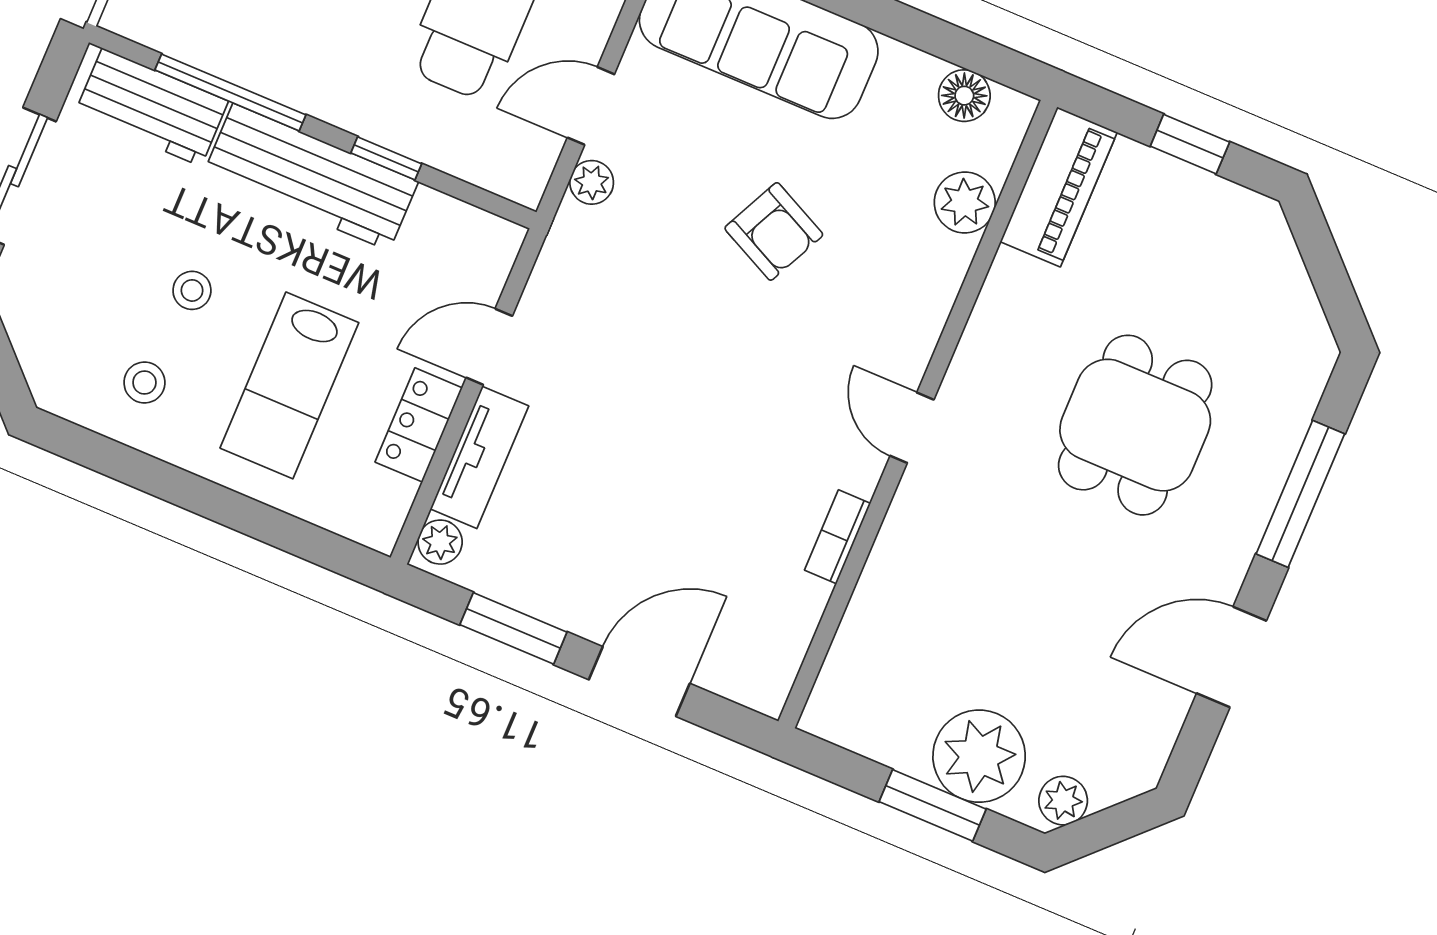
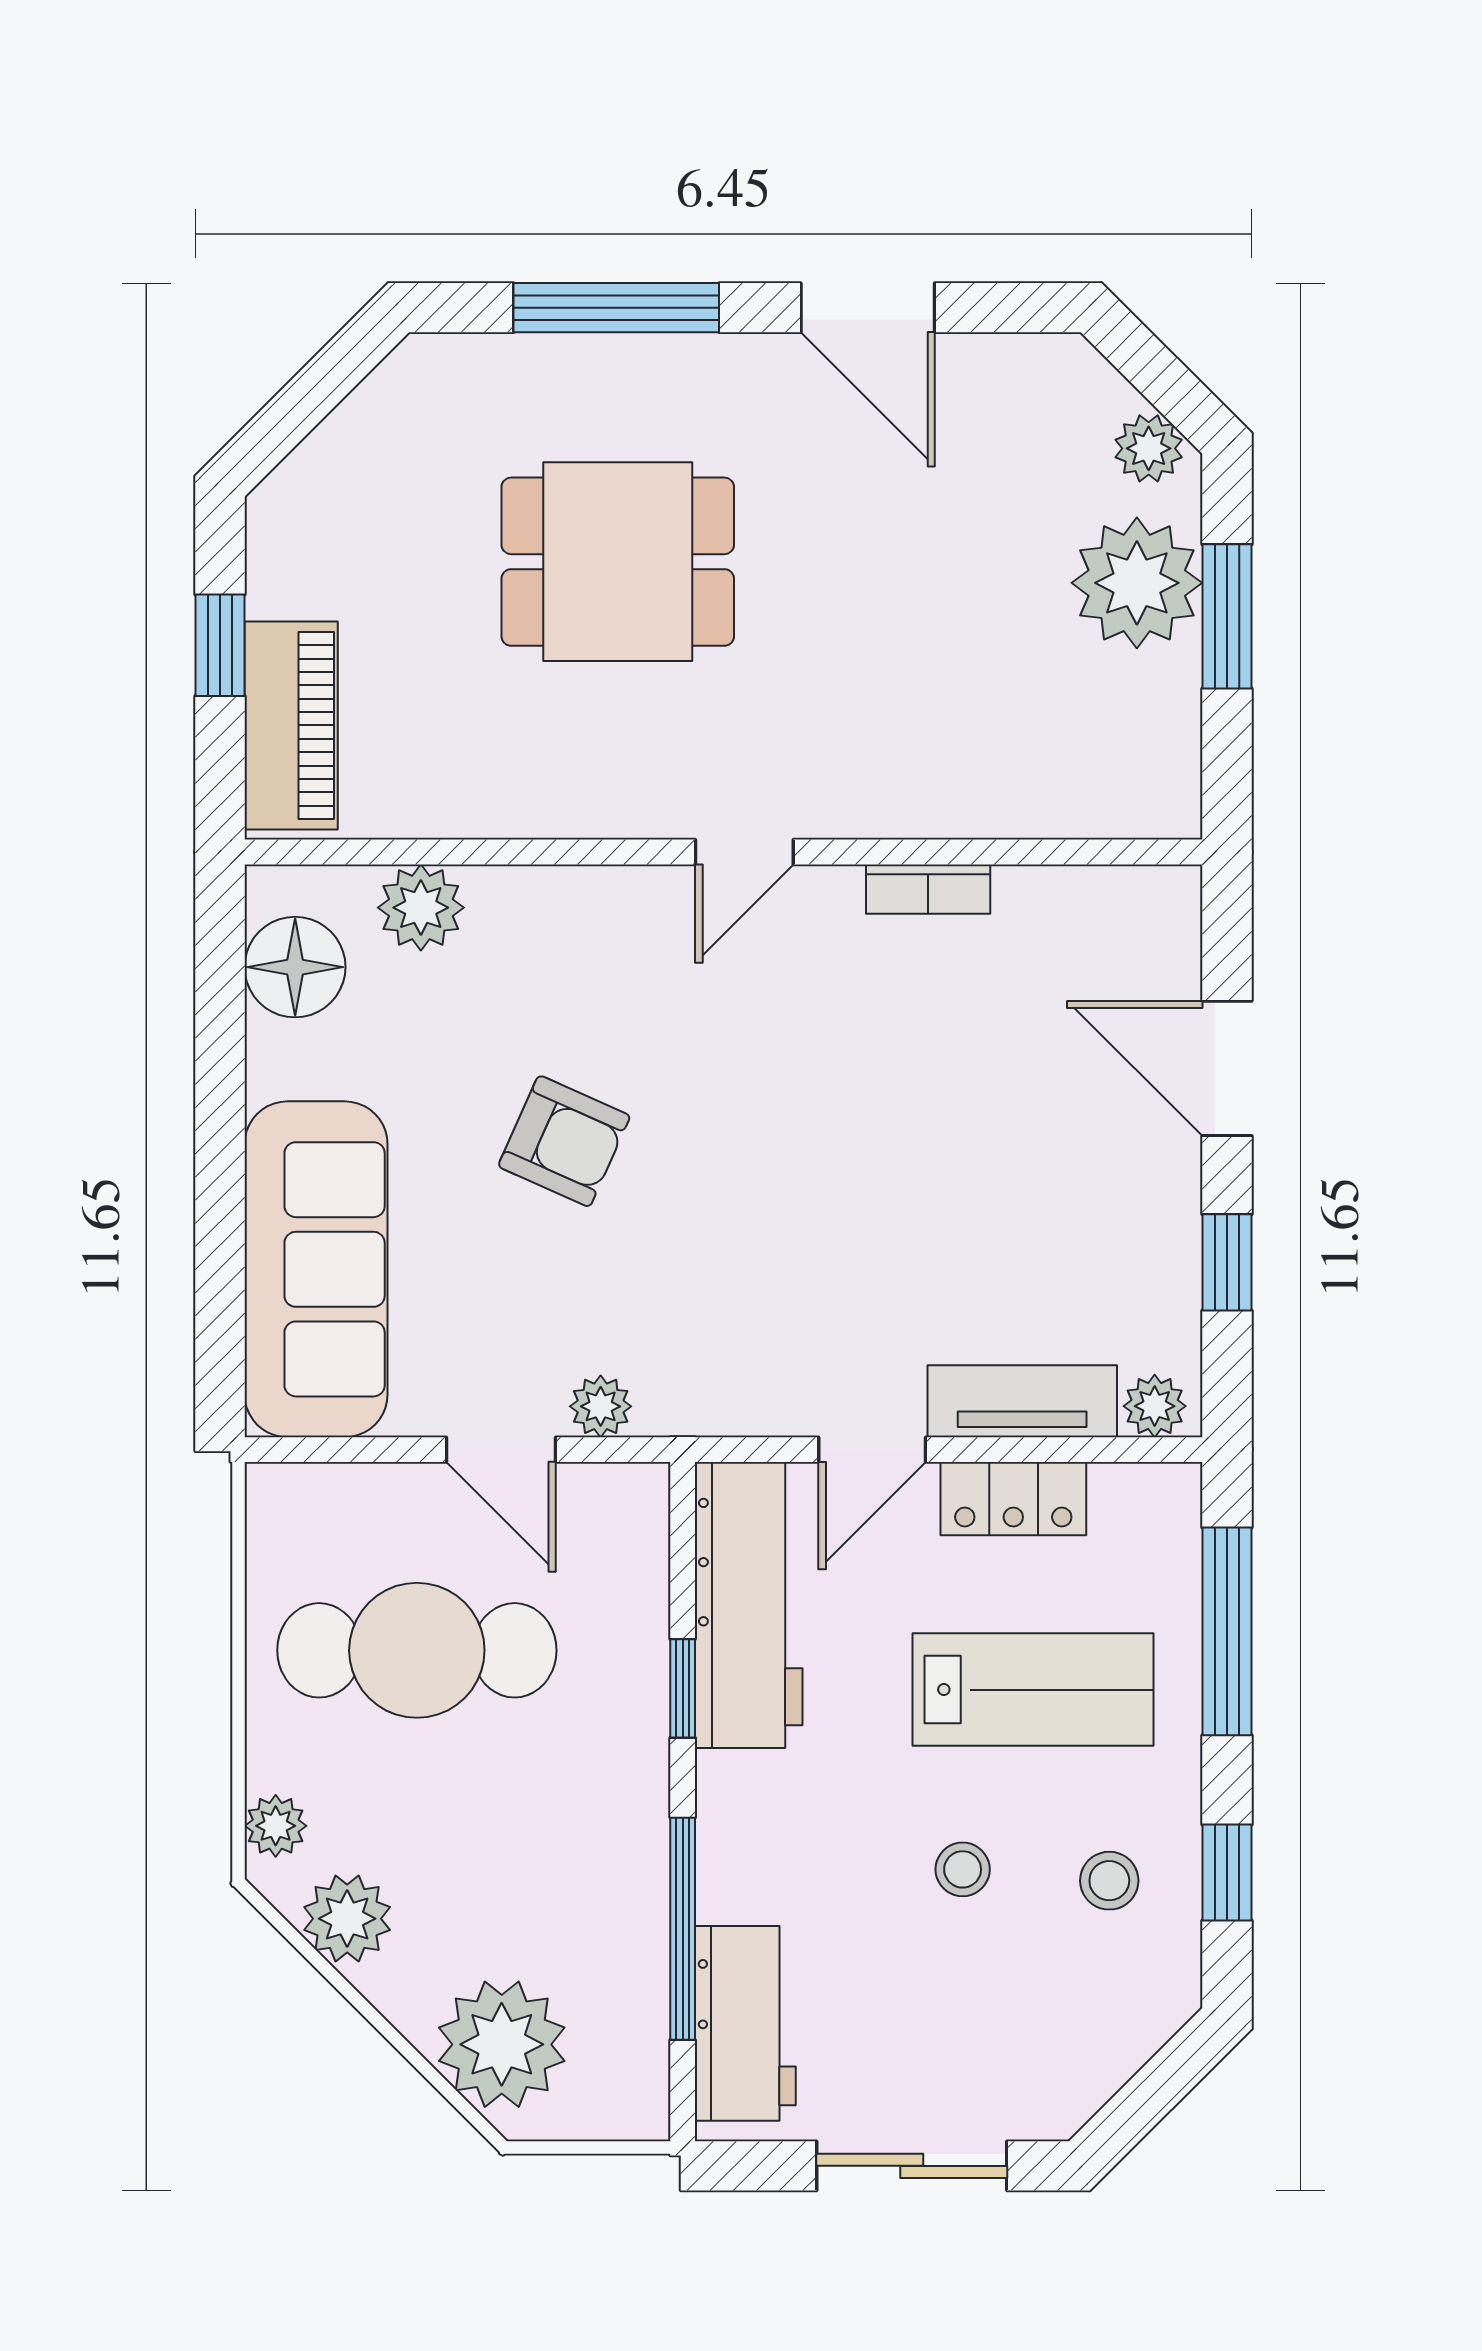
floor lamp: (964, 96) -> (295, 967), width x1.38, depth x1.38
workbench: (311, 177) -> (749, 1605), moved
piano: (1059, 187) -> (291, 725), moved, turned 90
armchair: (774, 231) -> (564, 1141), turned 88
door: (489, 347) -> (872, 1450), hinge flipped
window: (118, 461) -> (1227, 1872), added
window: (274, 527) -> (1227, 1631), added
window: (513, 628) -> (1227, 1262), width x0.67

